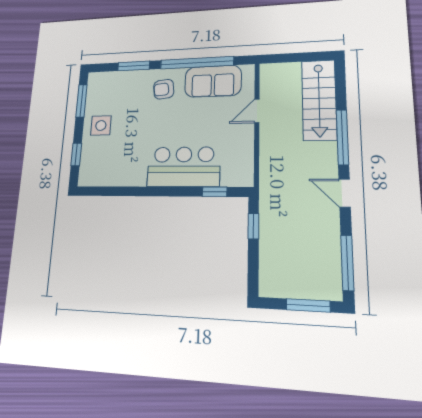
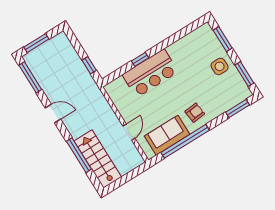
window: (134, 66) -> (238, 109), moved
window: (342, 137) -> (79, 155), moved
window: (76, 154) -> (223, 39), width x1.50
window: (215, 192) -> (140, 59), moved

